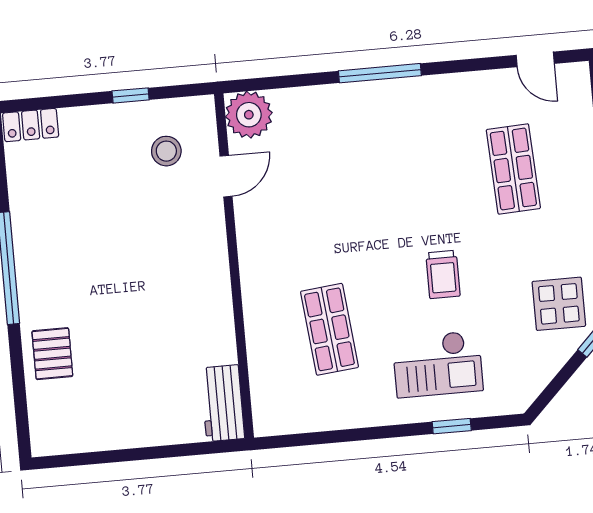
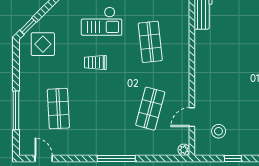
plant: (249, 115) -> (184, 150), width x0.53, depth x0.53
shop shelf: (317, 187) -> (150, 109), added
trolley: (443, 274) -> (95, 63), turned -90
checkout: (438, 364) -> (102, 21), turned 180

